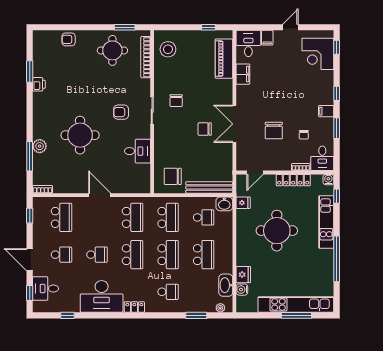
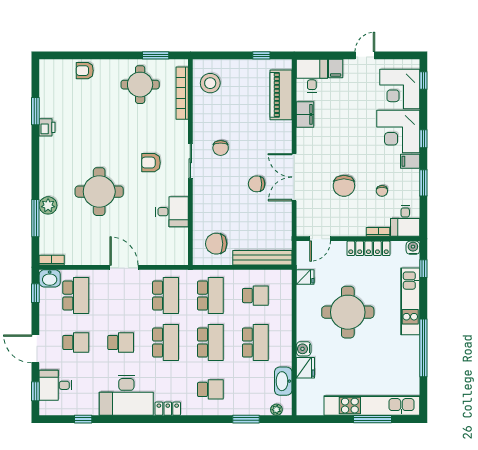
corner desk: (317, 88) -> (398, 132), added
washbasin: (224, 204) -> (50, 278), moved
water cooler: (242, 290) -> (304, 349), moved

